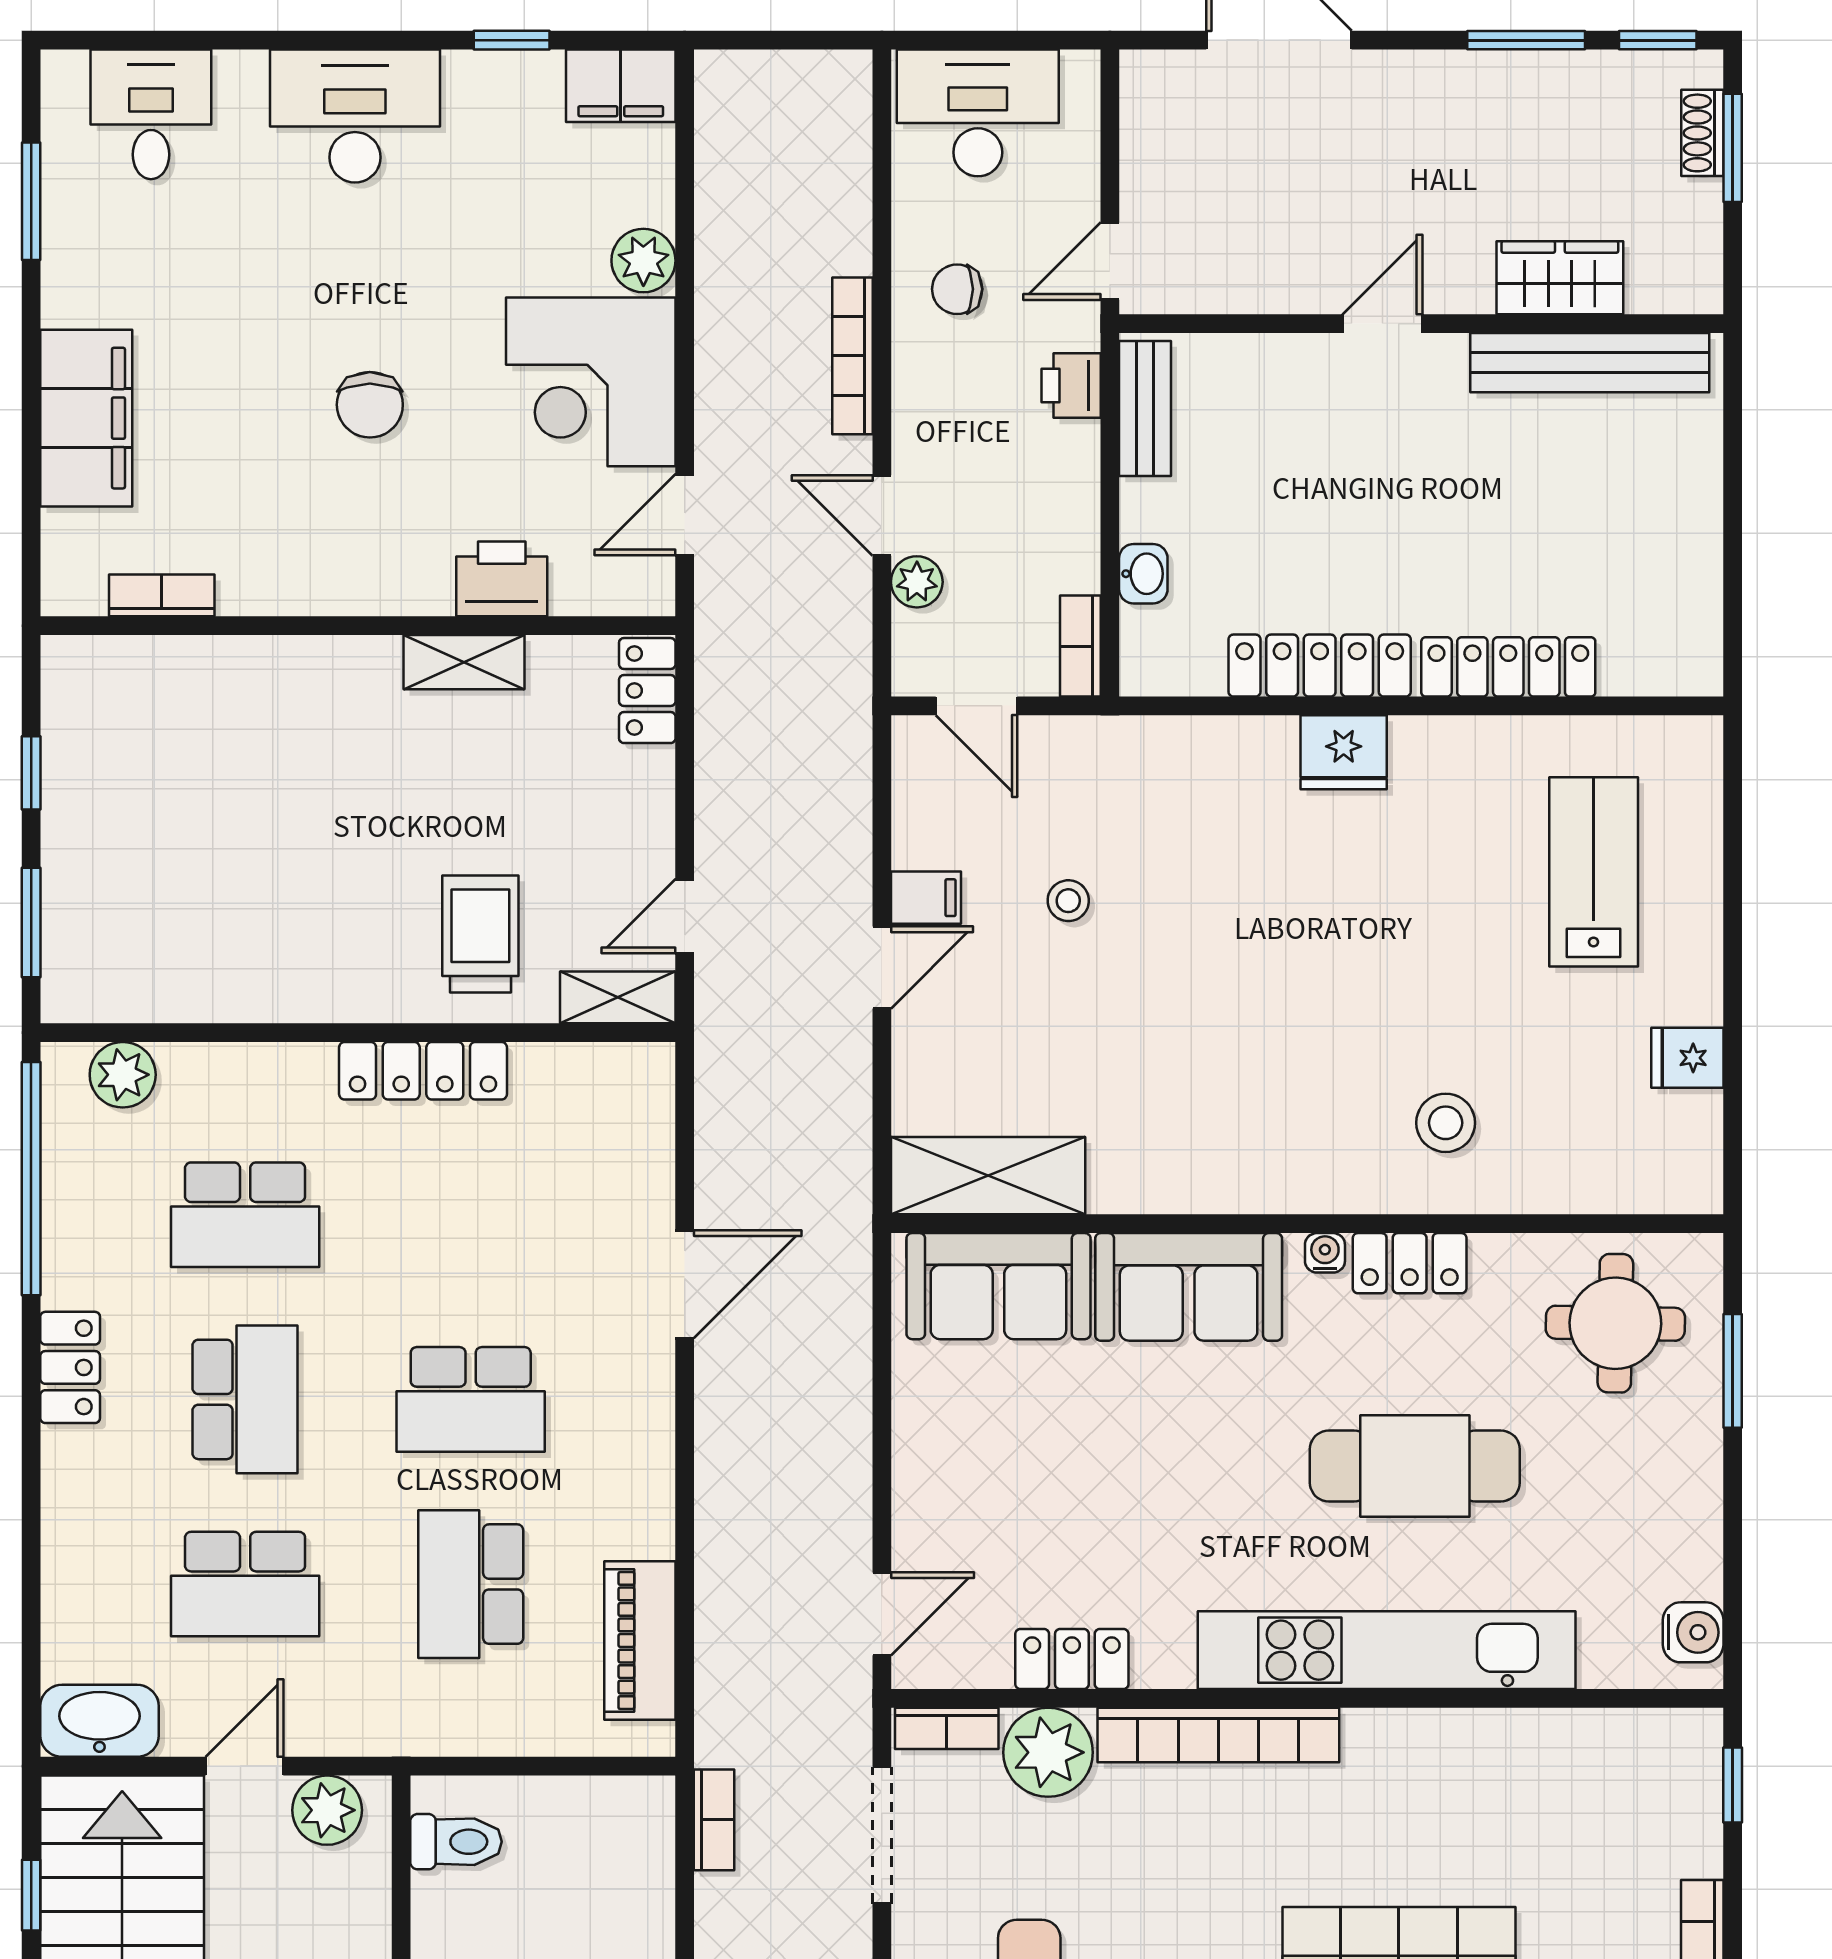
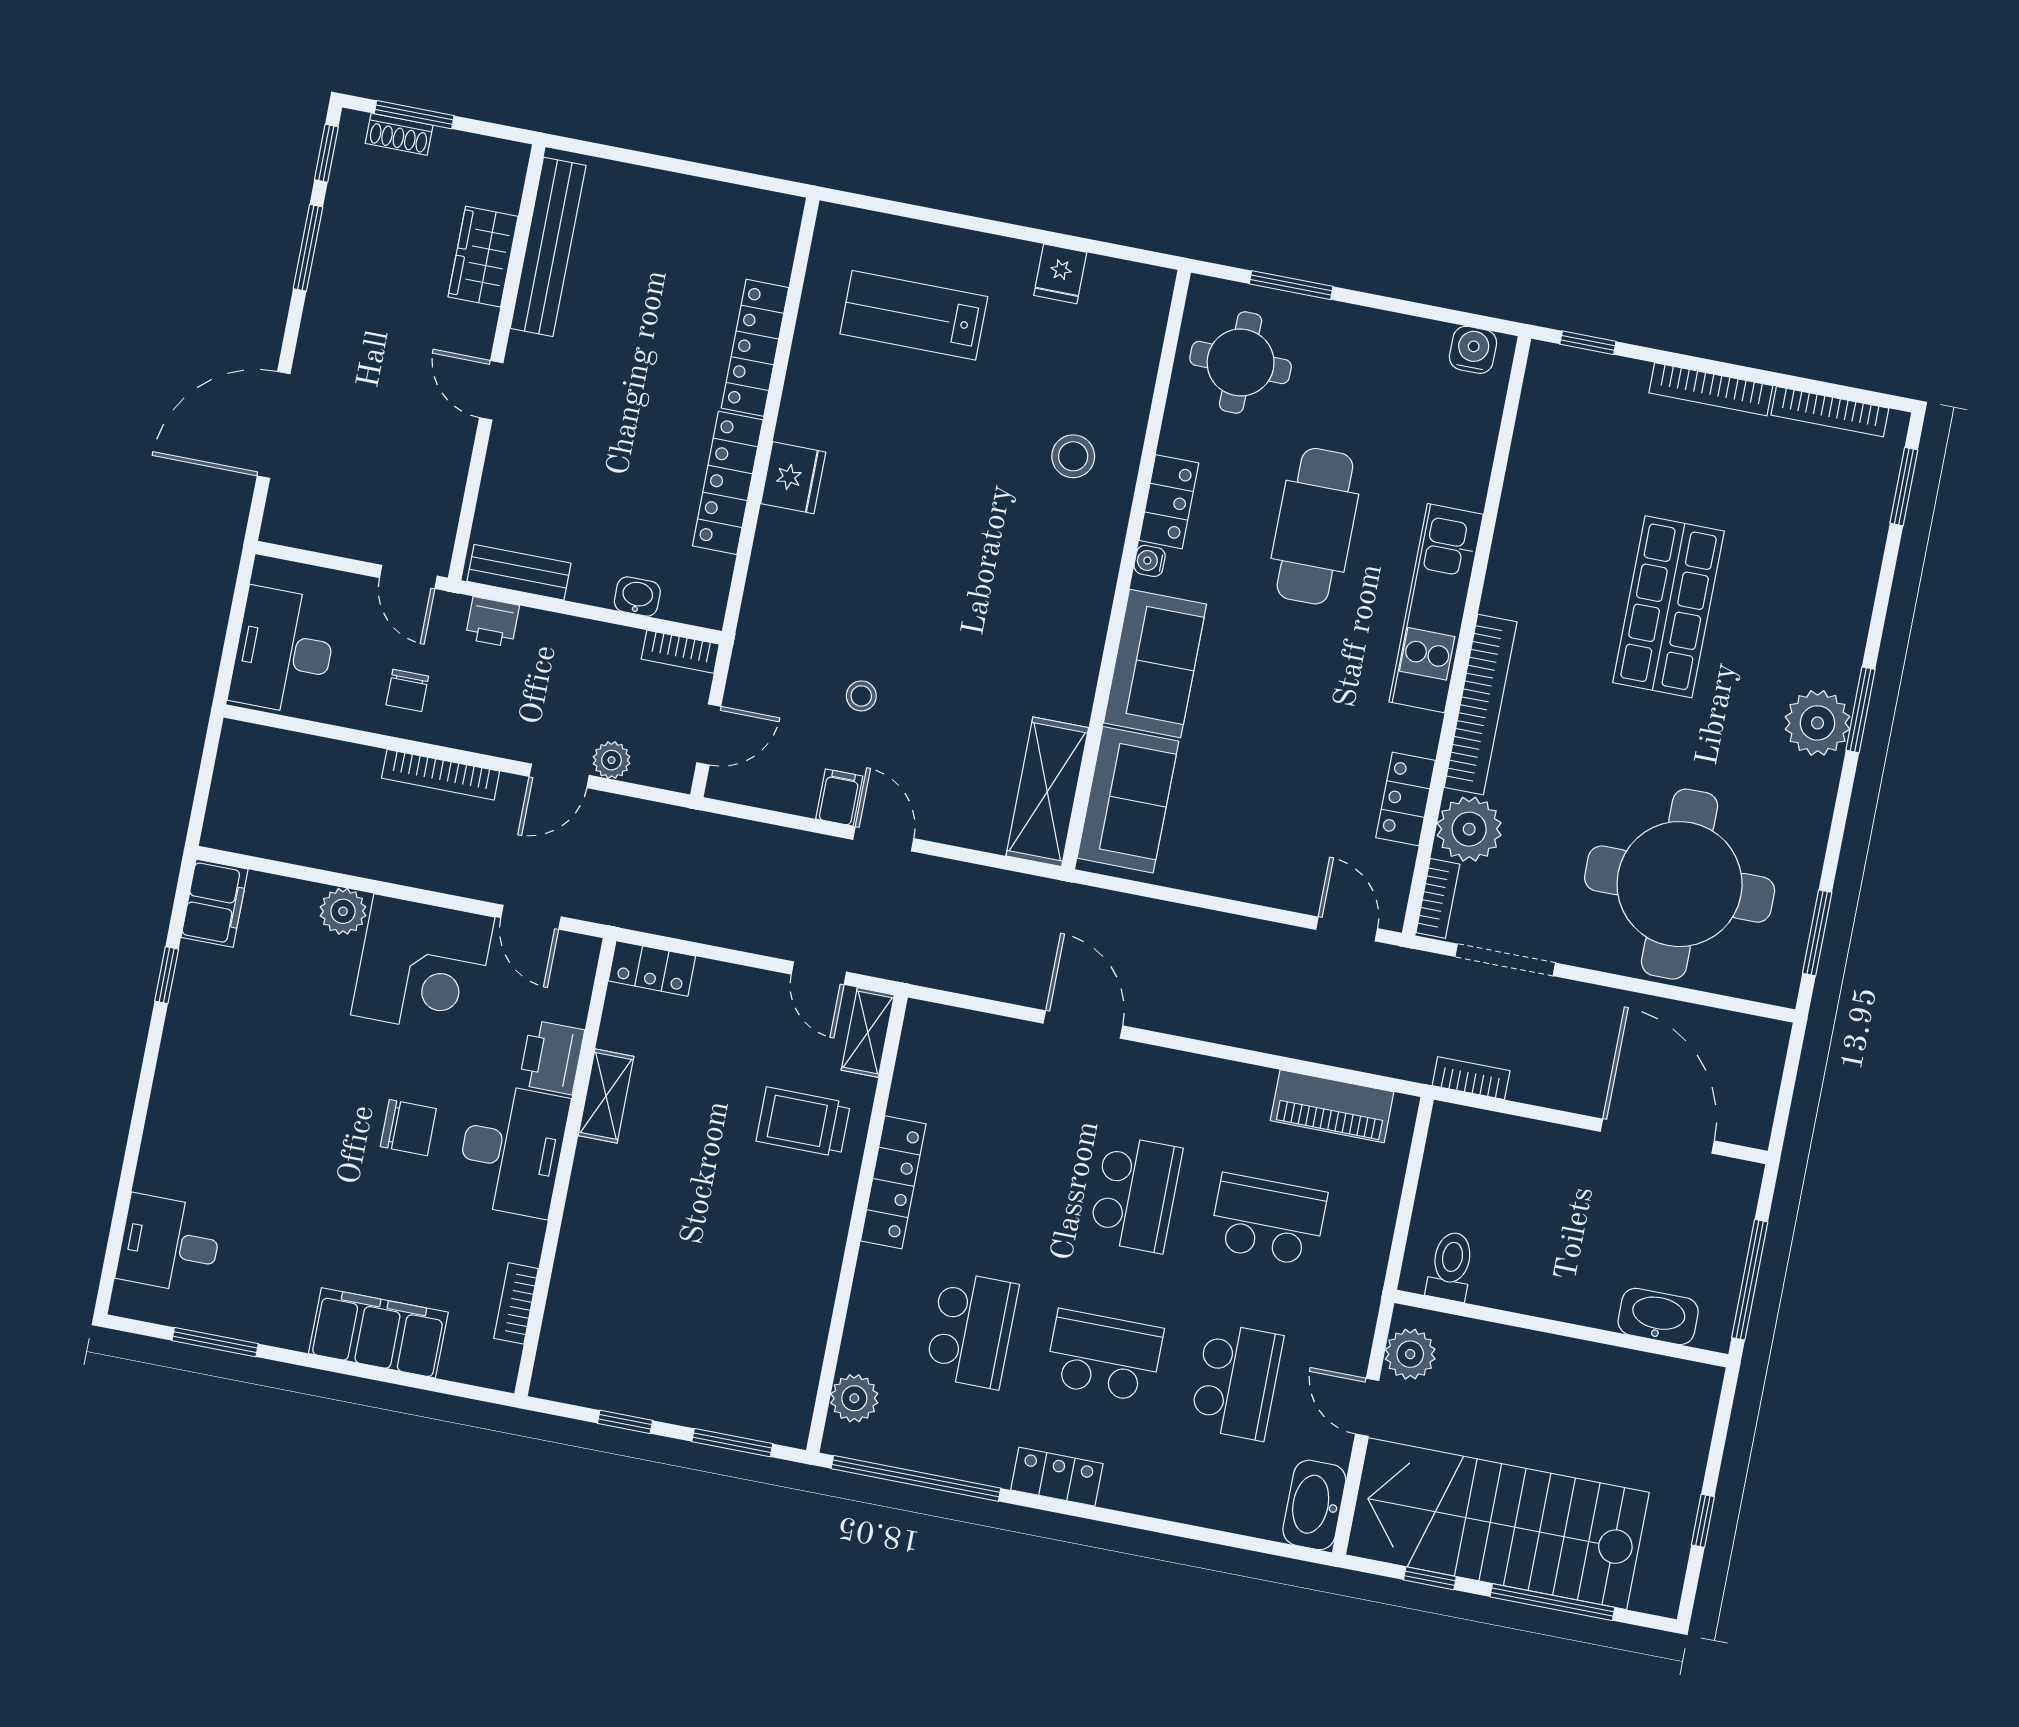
desk: (355, 116) -> (512, 1150), moved, turned 180
school desk: (471, 1584) -> (1268, 1220), turned 180
kitchen unit: (1387, 1650) -> (1436, 608), width x0.73

